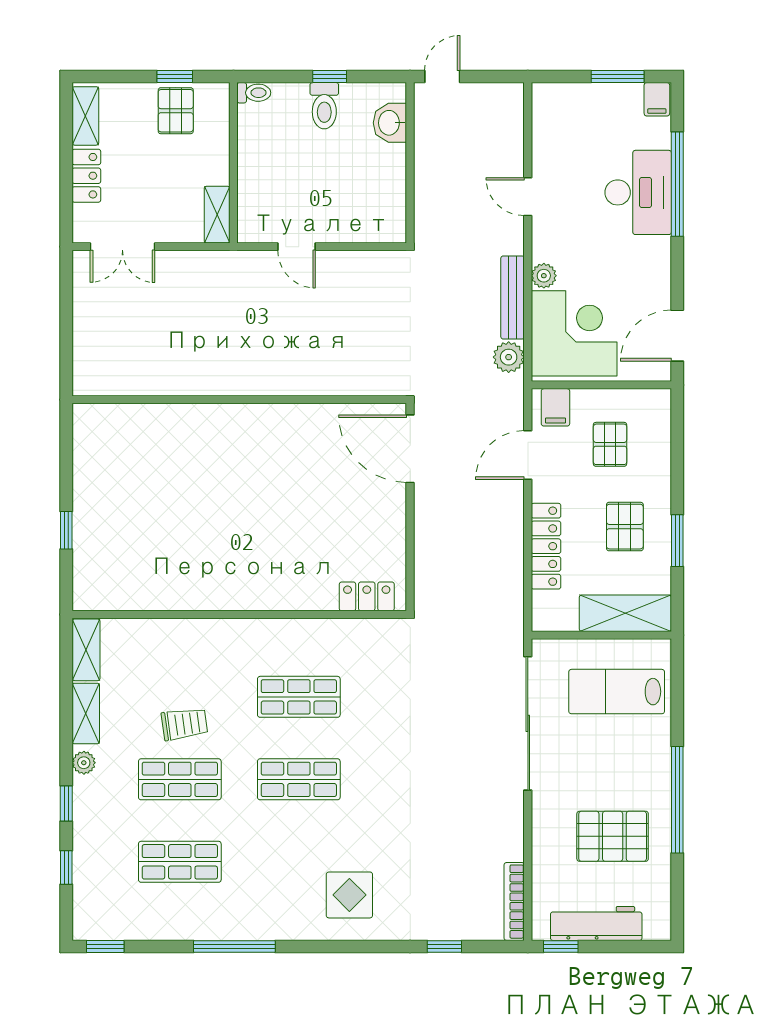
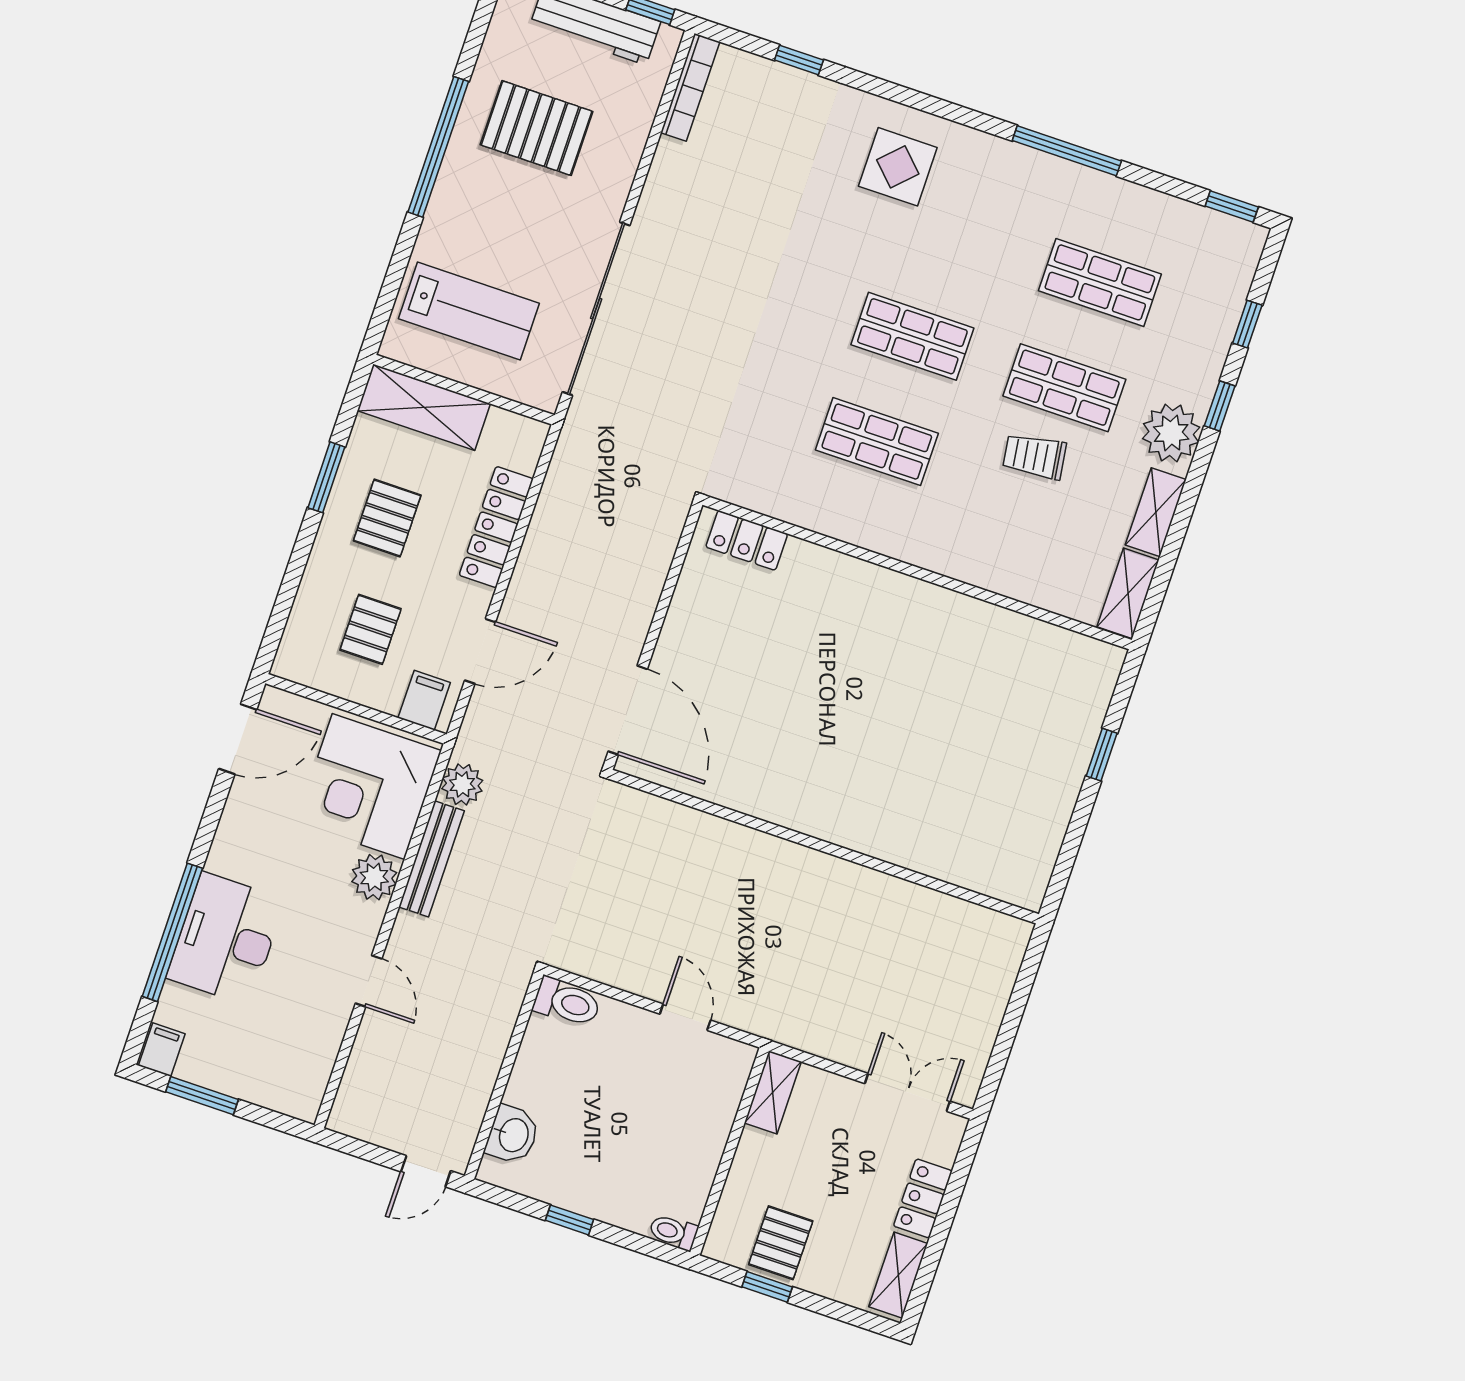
toilet: (324, 106) -> (567, 1002), moved, turned 90
plant: (544, 276) -> (374, 877), width x1.38, depth x1.38
plant: (84, 763) -> (1171, 433), width x1.87, depth x1.87

